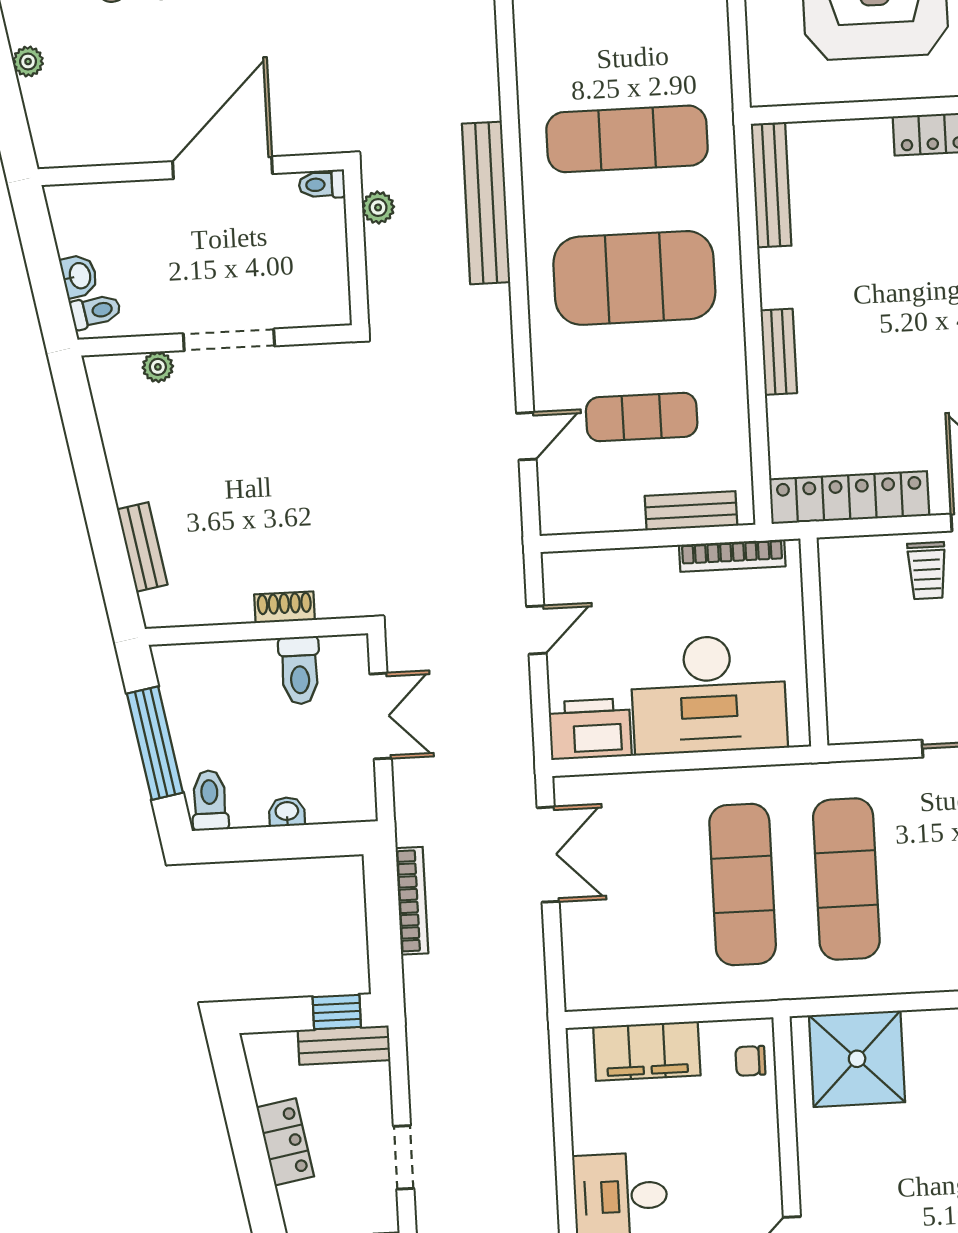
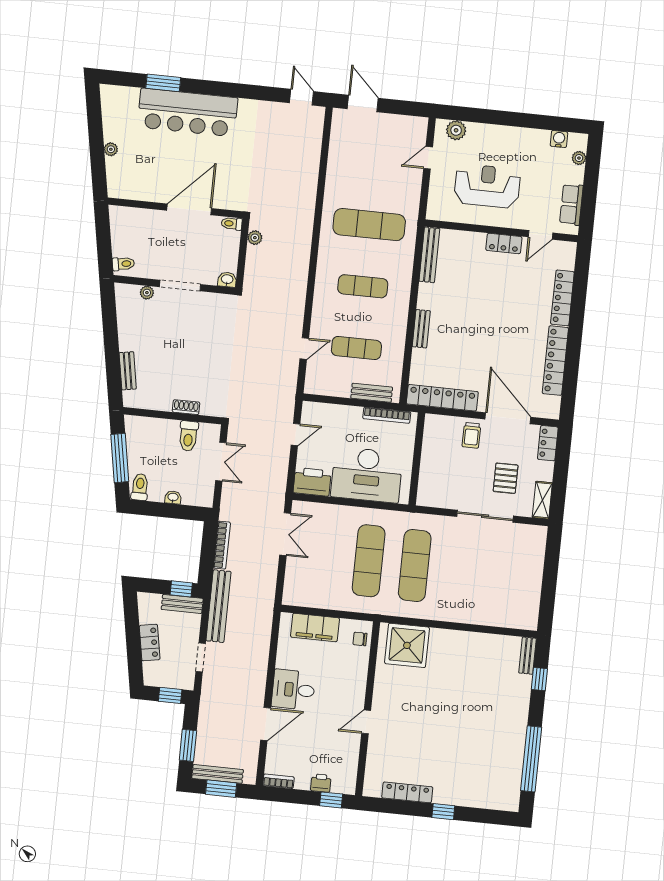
bench: (486, 203) -> (218, 606), moved
washbasin: (79, 276) -> (227, 280), moved, turned -80
exercise mat: (634, 278) -> (363, 286), width x0.50, depth x0.69

